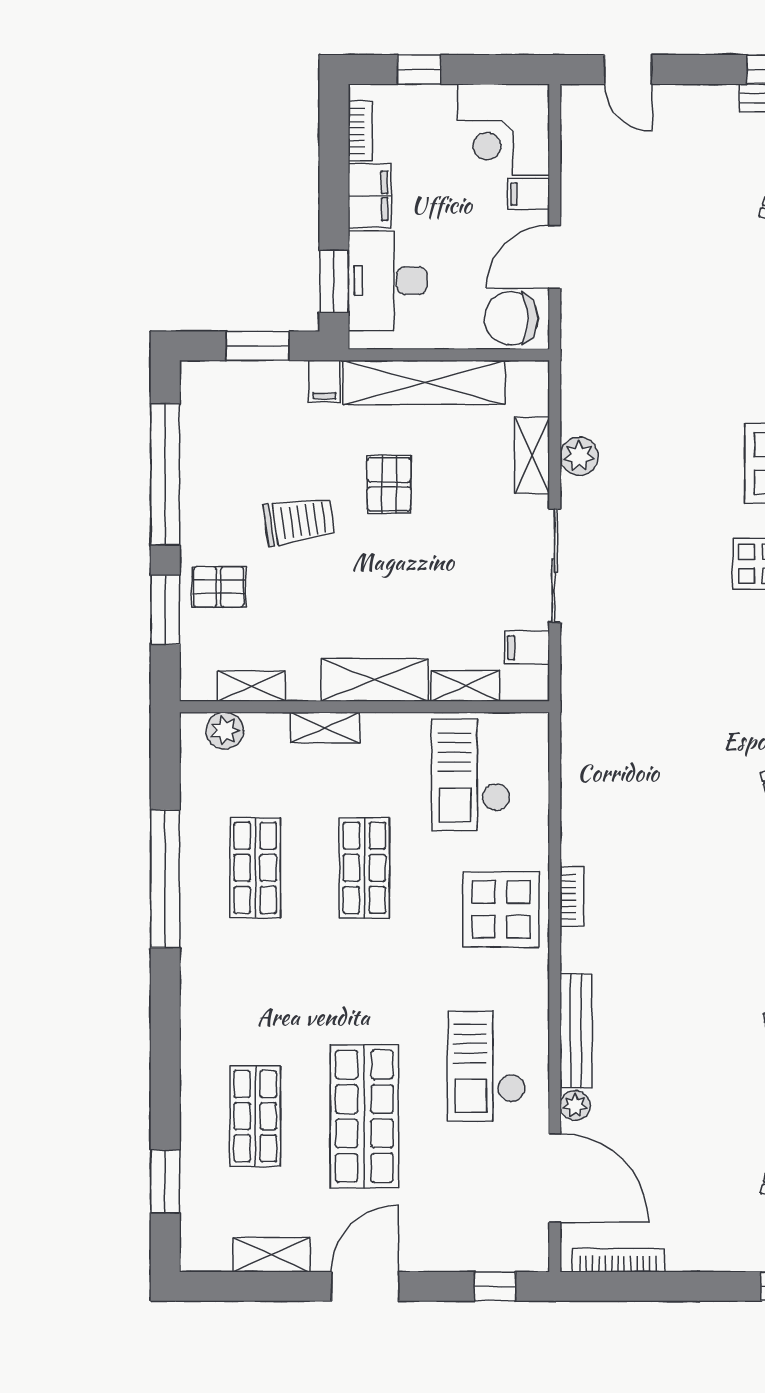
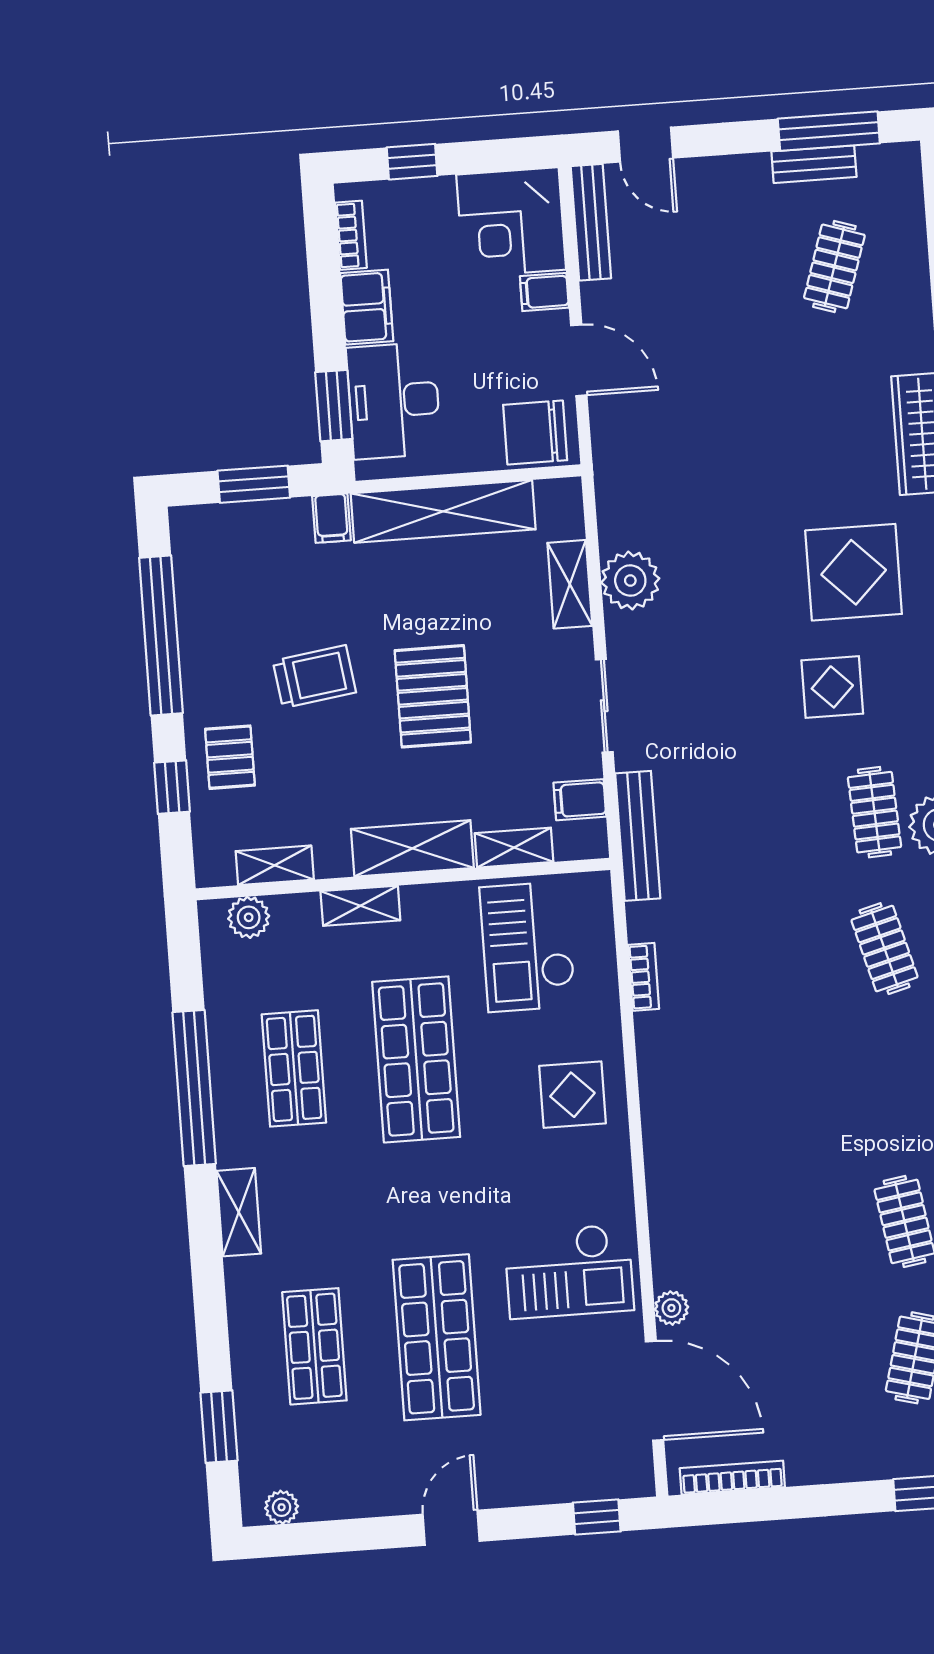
bench: (574, 135) -> (591, 222), added
door: (555, 257) -> (579, 360), swing flipped
plant: (579, 456) -> (630, 581), width x1.36, depth x1.36
pallet: (389, 484) -> (433, 696), moved, width x1.50, depth x1.42
sliding door: (555, 566) -> (604, 706), width x0.73
pallet: (219, 587) -> (230, 757), turned 90
window: (165, 610) -> (172, 787), width x0.67
shop shelf: (364, 868) -> (416, 1059), width x1.43, depth x1.36
bookcase: (572, 897) -> (643, 977), moved
display table: (501, 909) -> (572, 1095), width x0.73, depth x0.73
bench: (576, 1031) -> (638, 836), moved
checkout: (486, 1066) -> (569, 1271), turned -90
shelving: (272, 1255) -> (239, 1212), moved, turned 90
plant: (216, 1257) -> (282, 1507), added
door: (365, 1286) -> (451, 1528), width x0.73

